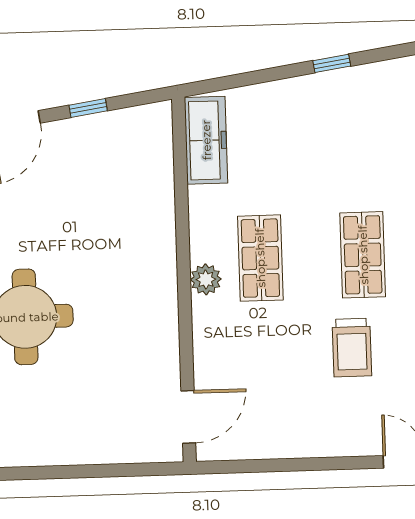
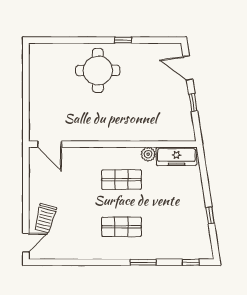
plant: (206, 279) -> (148, 154), moved
trolley: (352, 348) -> (45, 218), moved, turned -75

